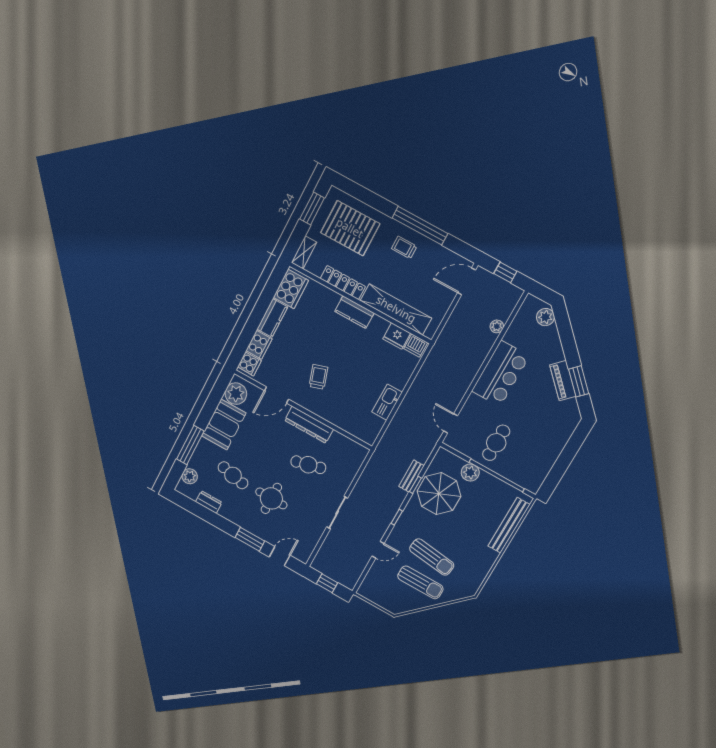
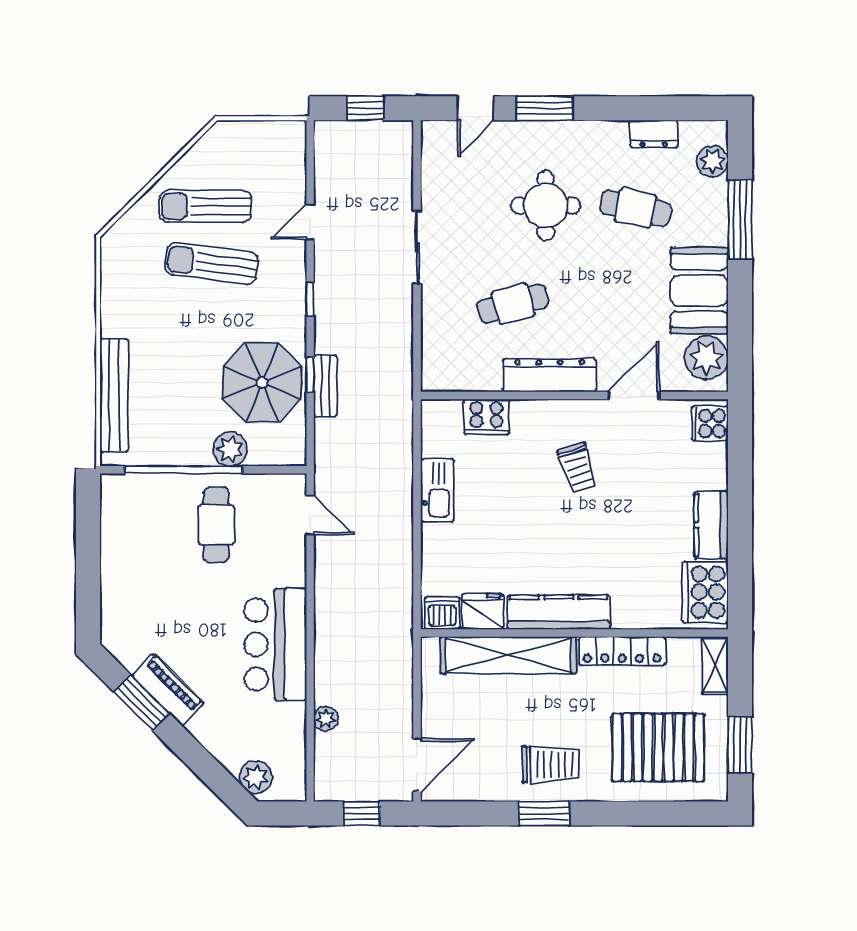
window: (420, 226) -> (544, 814), width x0.47
trolley: (404, 247) -> (551, 764), width x1.36, depth x1.39
kitchen counter: (354, 312) -> (559, 612), width x1.50
cooker: (259, 345) -> (486, 417), moved, turned -90

